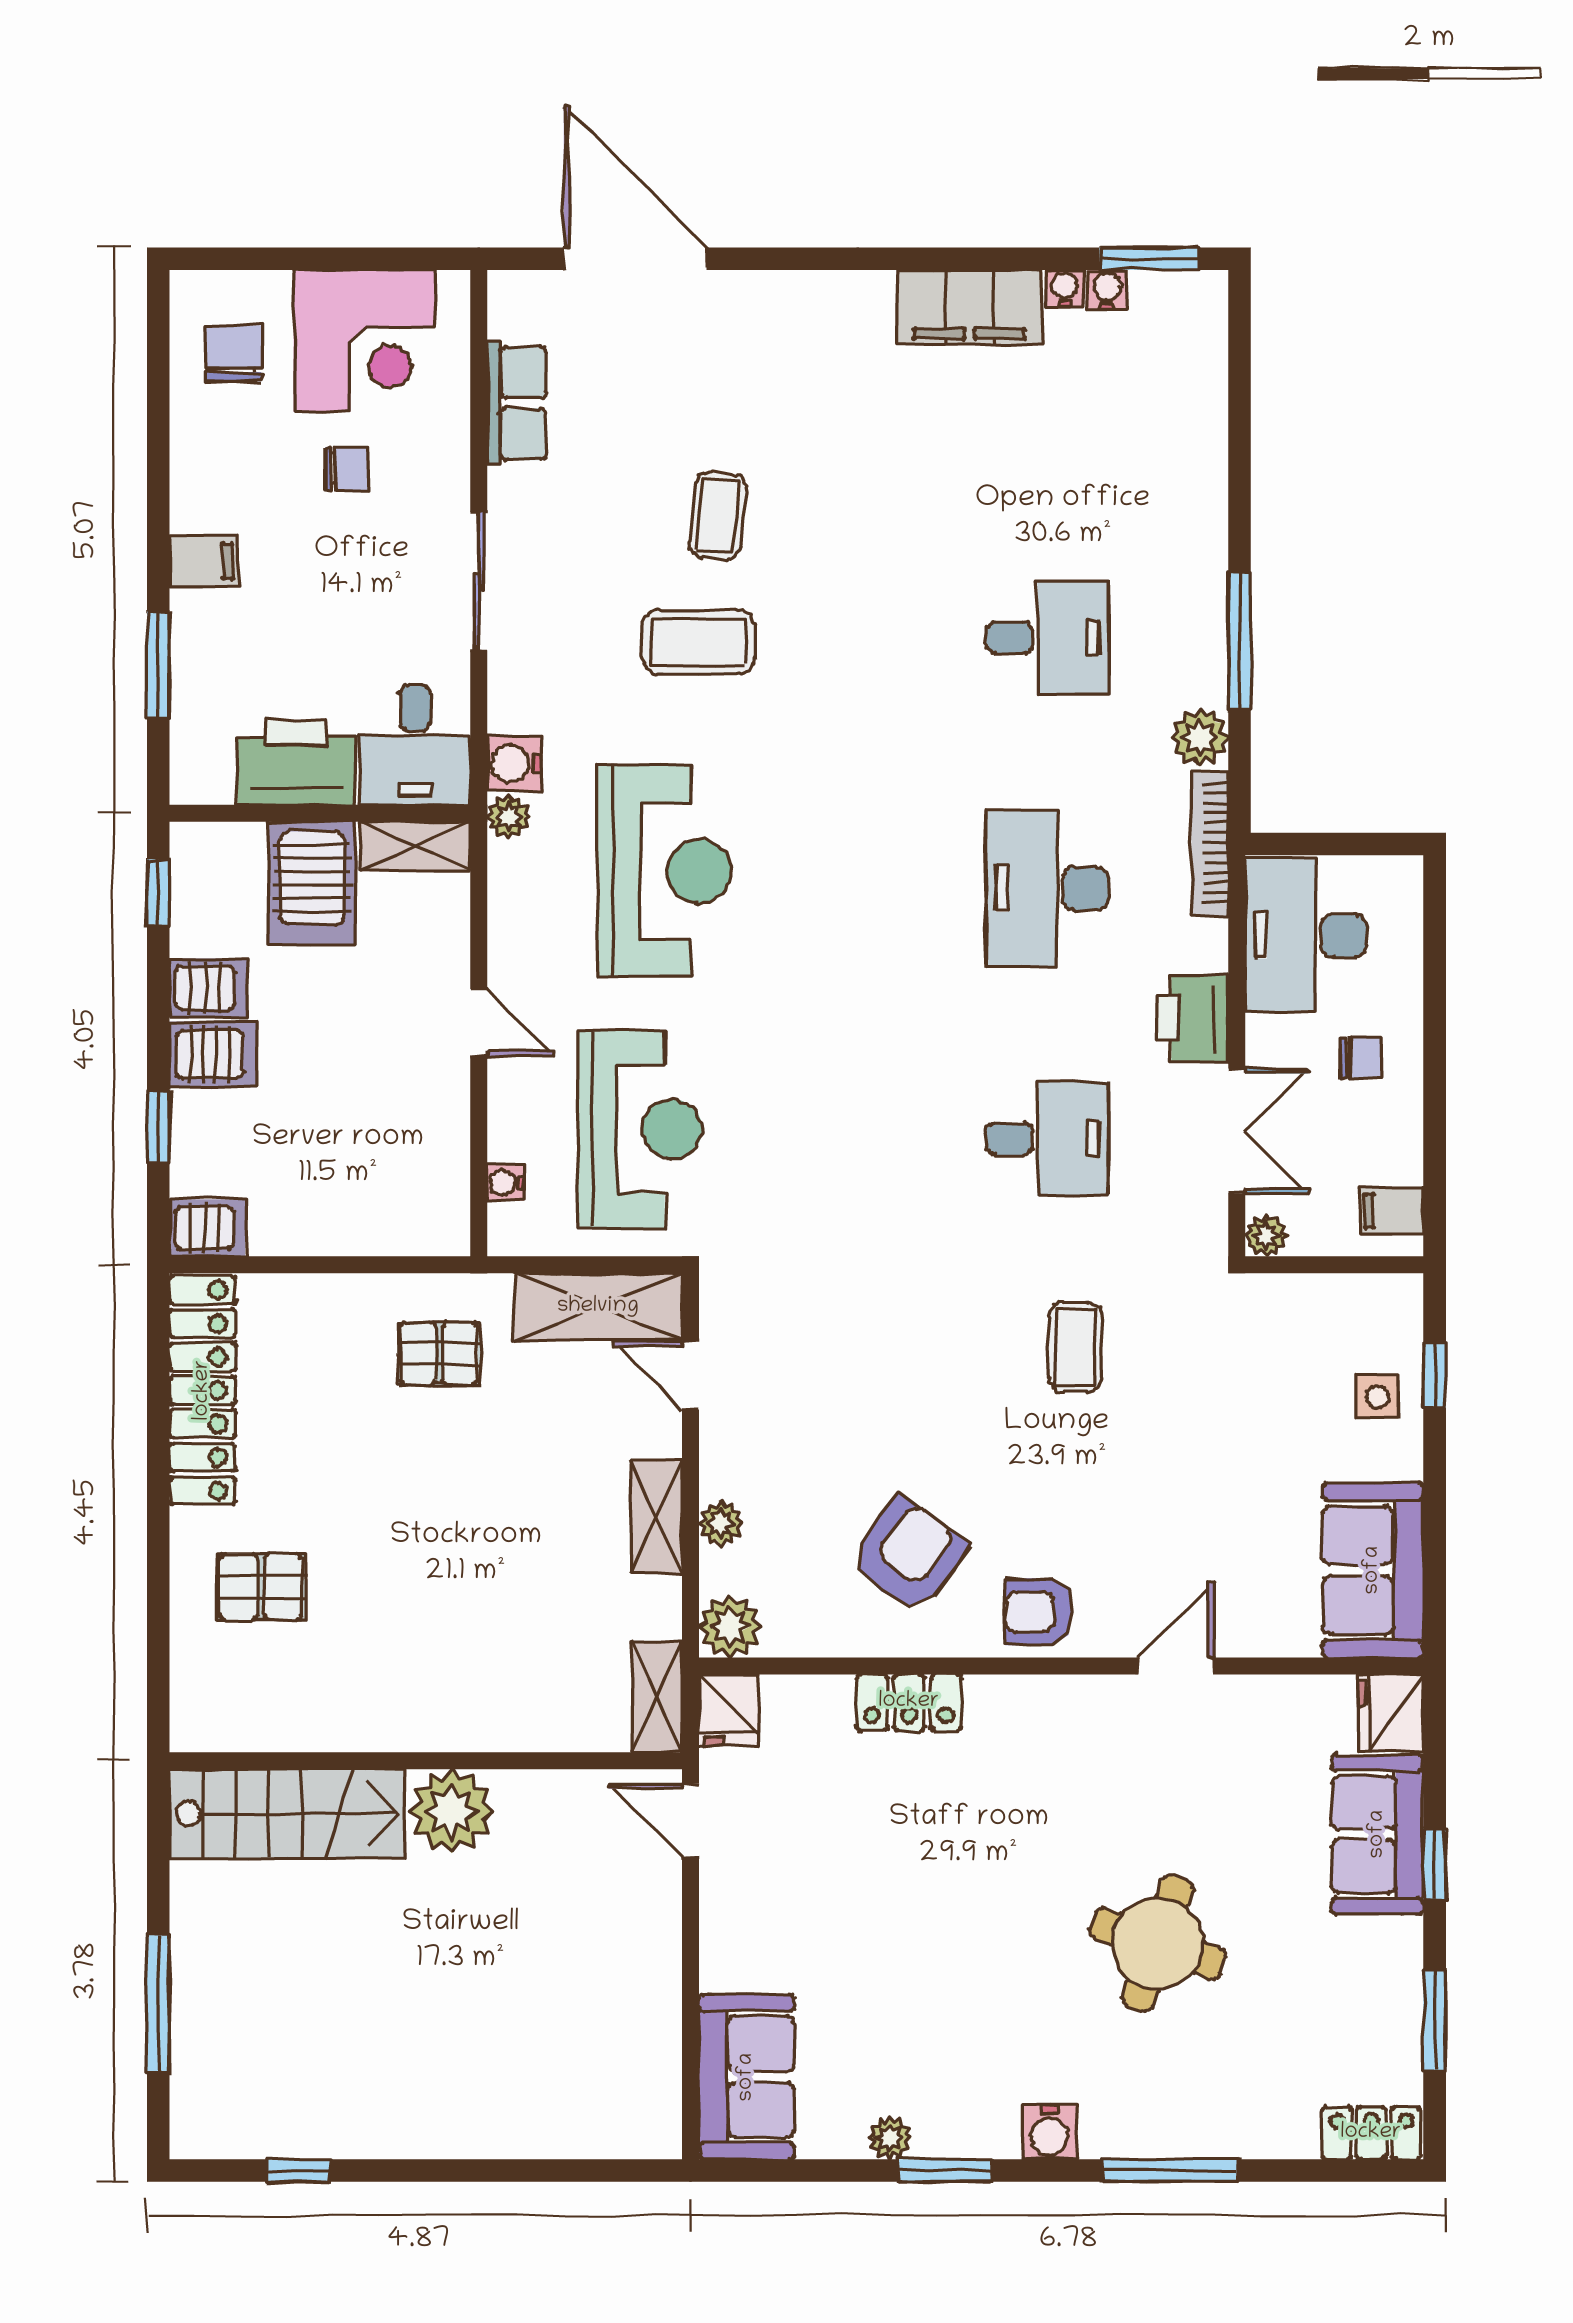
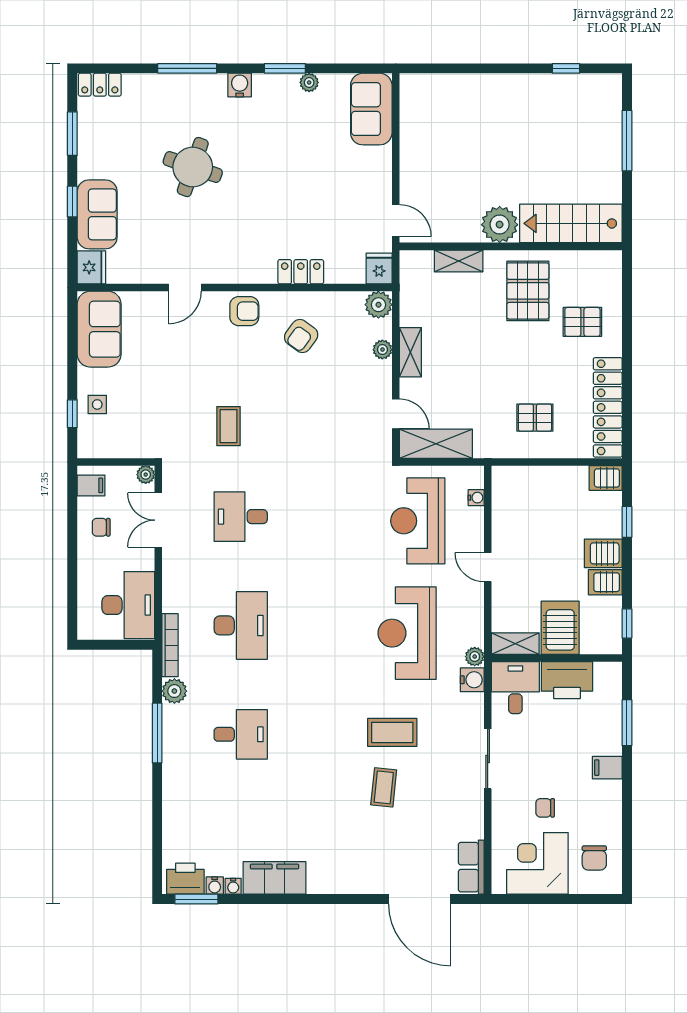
row of seats: (517, 403) -> (471, 867), moved
desk: (1047, 638) -> (241, 734), turned 180
printer: (1193, 1018) -> (185, 879), moved, turned -90
chair: (1360, 1058) -> (101, 527), moved
pallet: (439, 1353) -> (535, 418), moved
armchair: (908, 1555) -> (301, 336), width x0.72, depth x0.72
pallet: (386, 1658) -> (528, 291), added
shelving: (657, 1697) -> (459, 261), moved, turned 90

